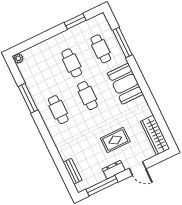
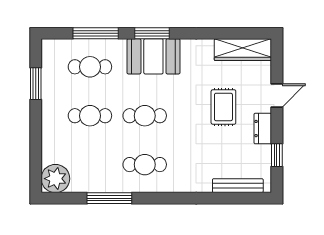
plant: (18, 58) -> (55, 179), width x1.87, depth x1.87
window: (139, 76) -> (152, 33), added
bench: (73, 171) -> (238, 186), width x1.36
window: (102, 186) -> (277, 155), width x0.46

